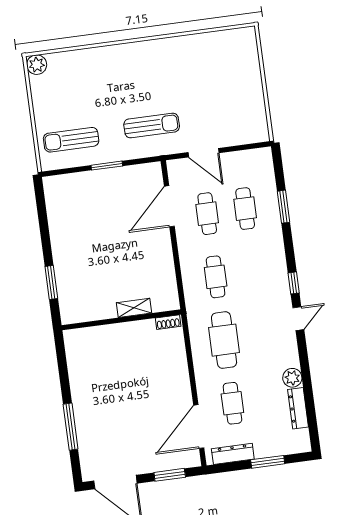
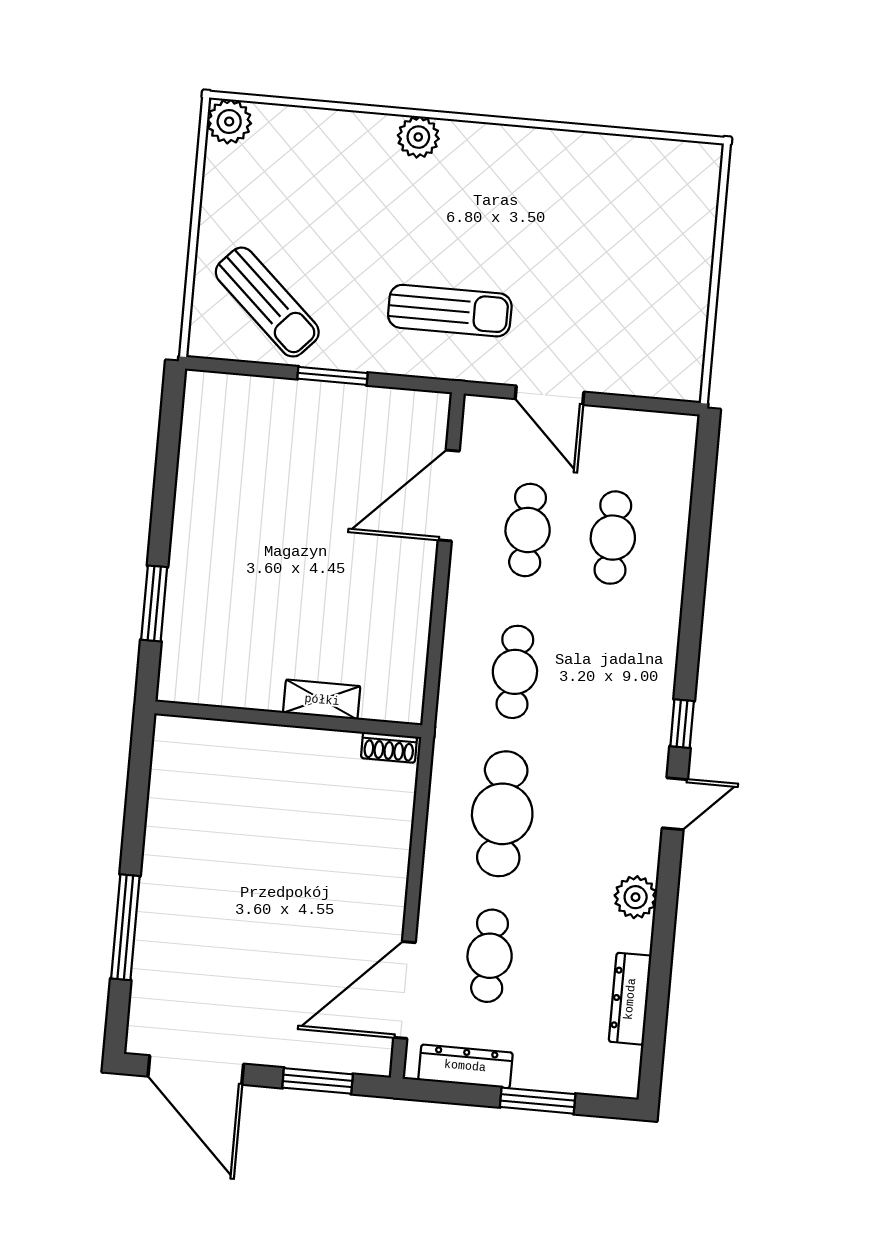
plant: (121, 53) -> (418, 137), added
sun lounger: (71, 140) -> (267, 302), turned -137
window: (283, 207) -> (697, 552), removed
plant: (292, 378) -> (636, 897), moved

